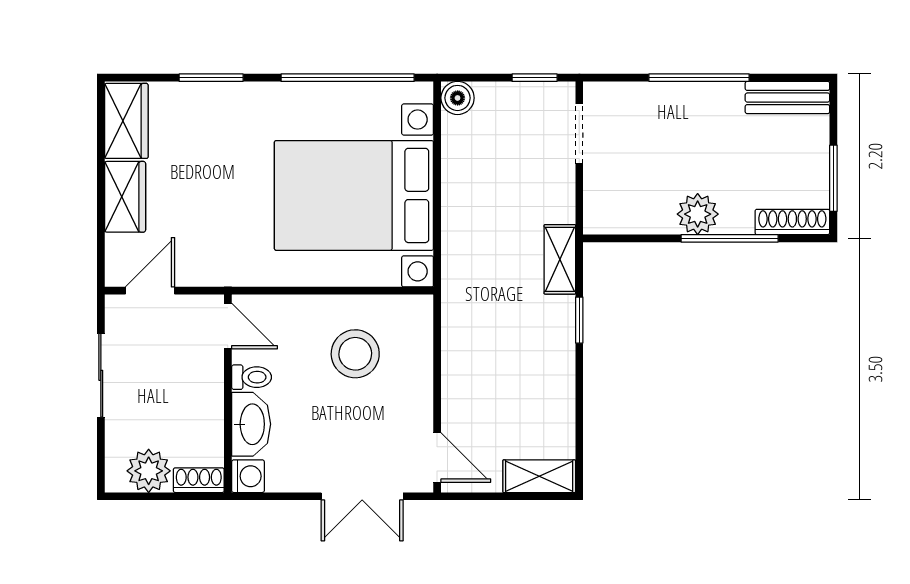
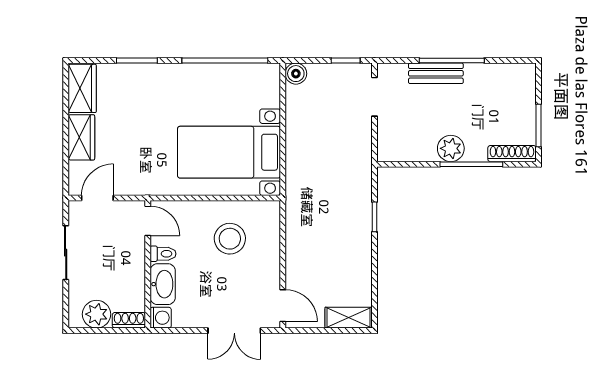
bench: (787, 98) -> (436, 73), moved
bed with nightstands: (354, 195) -> (229, 152), width x0.73
shelving: (560, 259) -> (362, 178), removed

